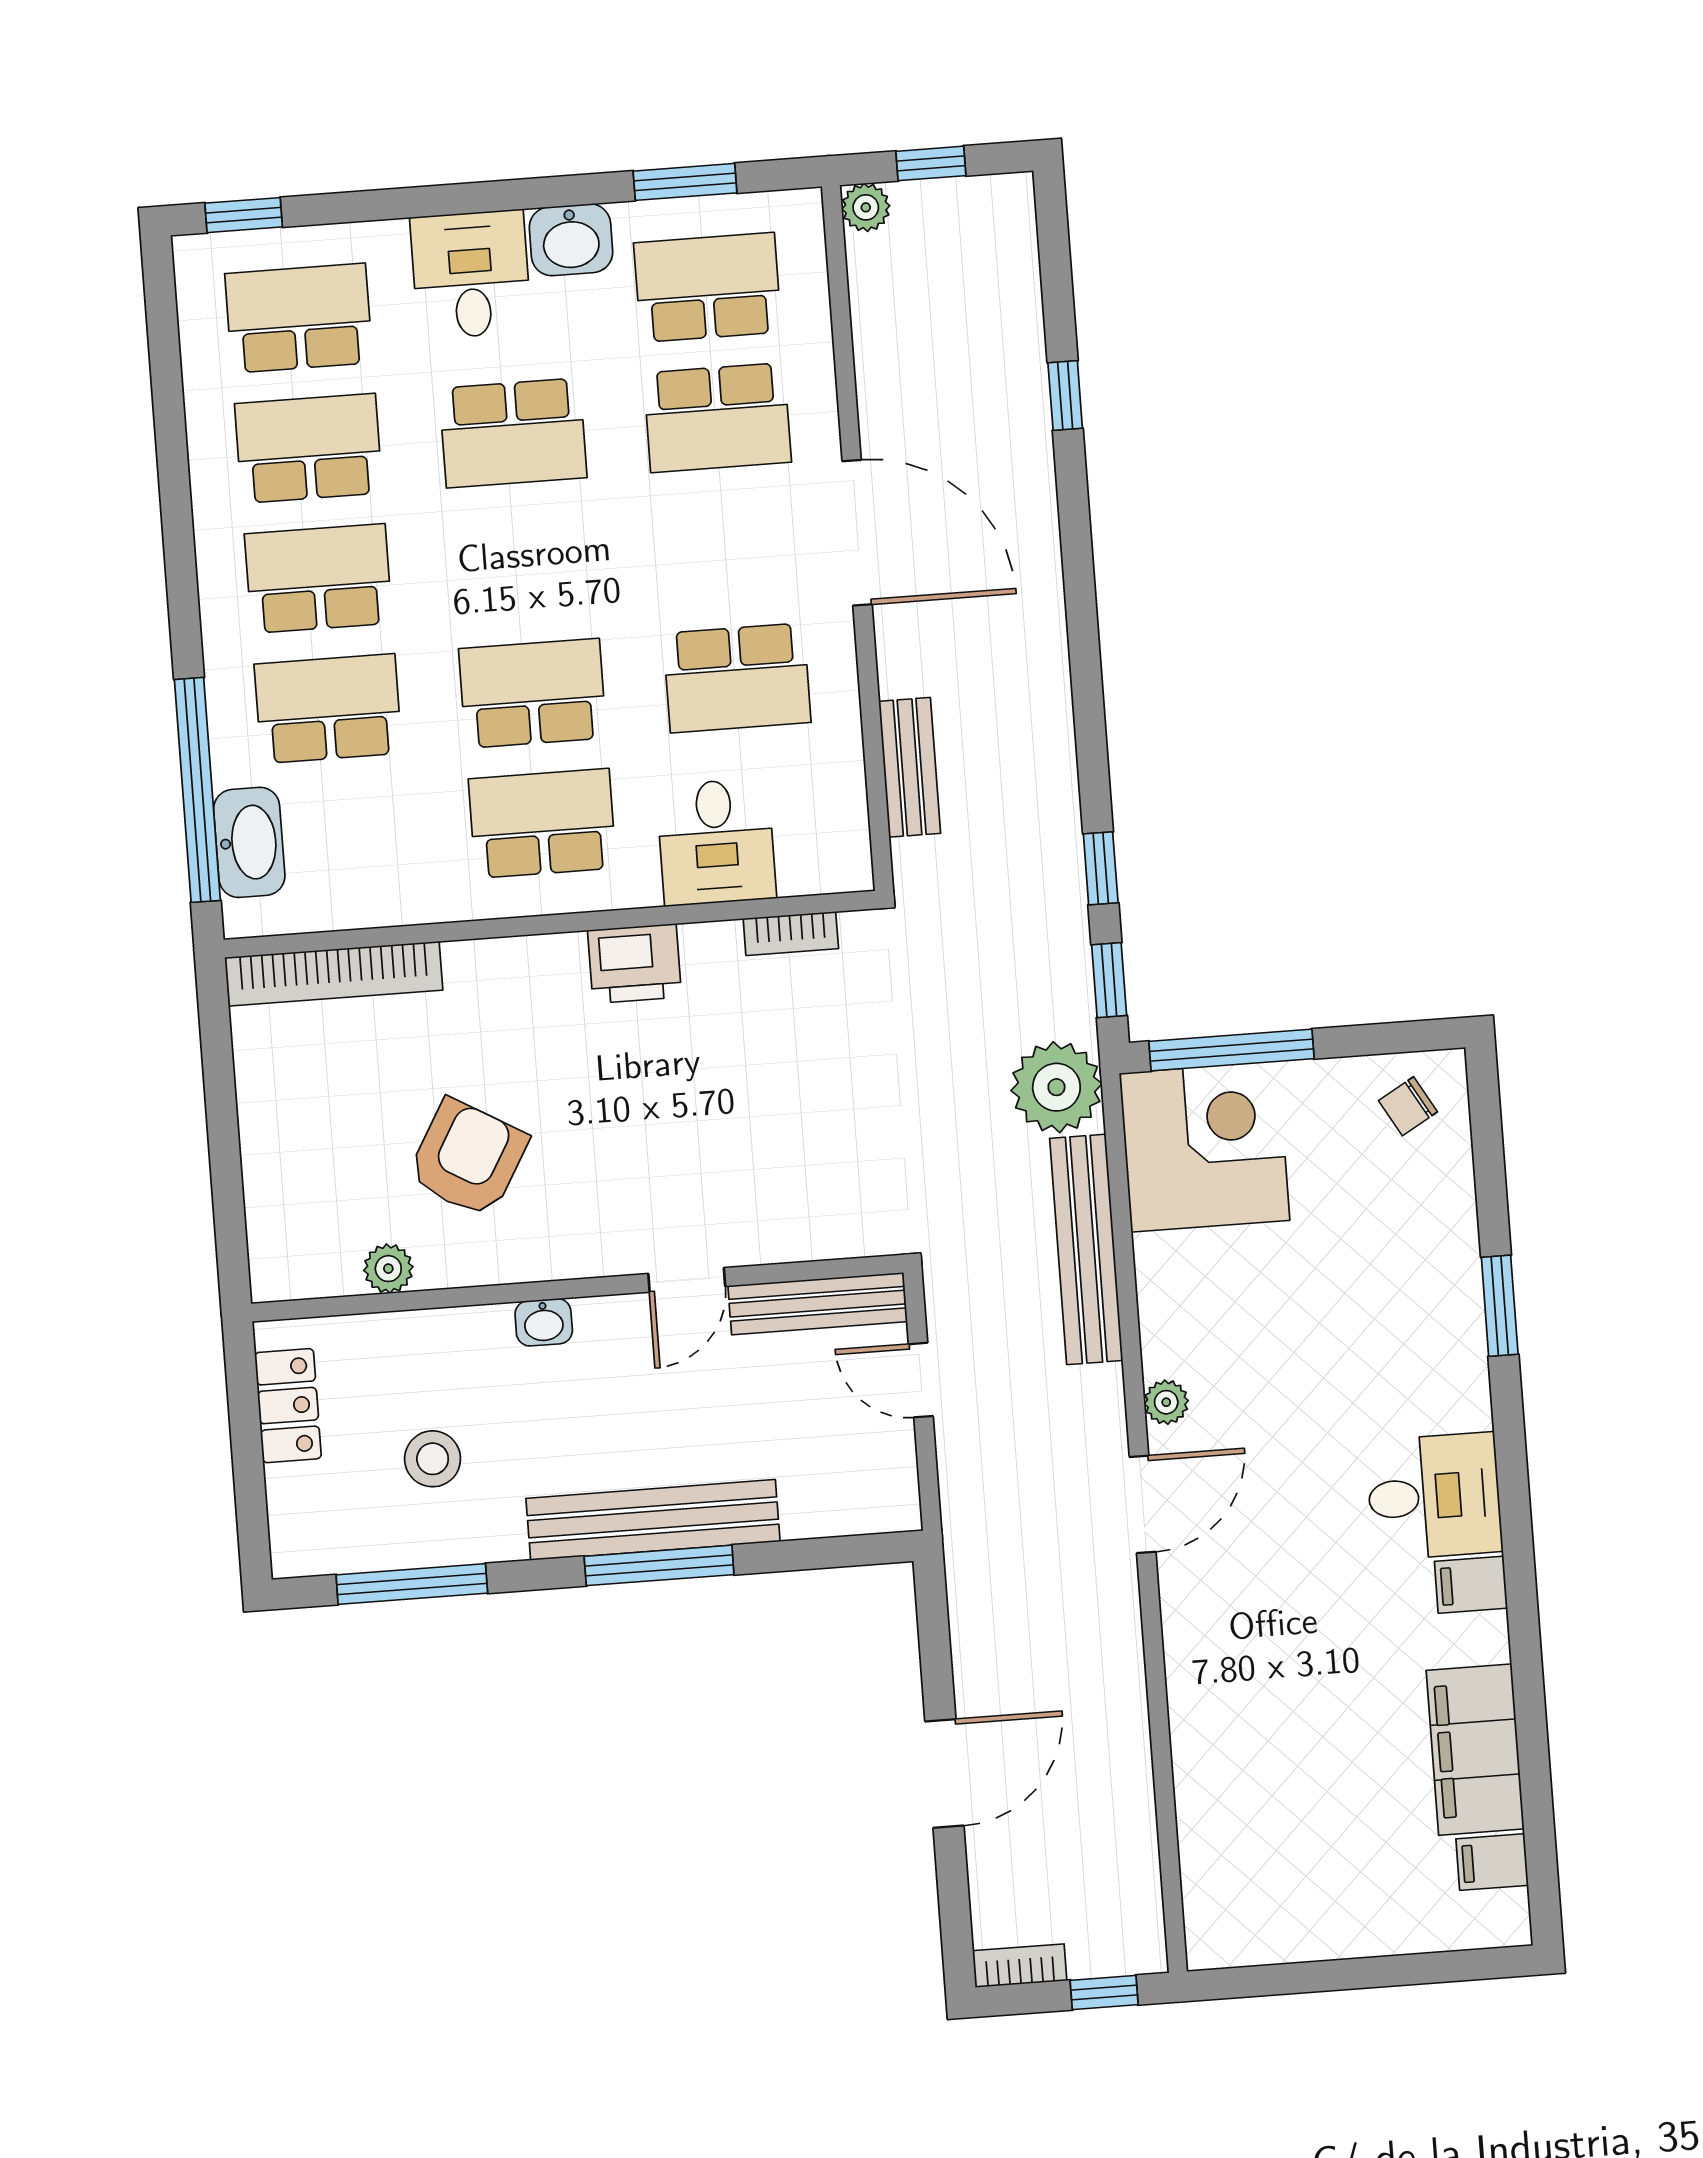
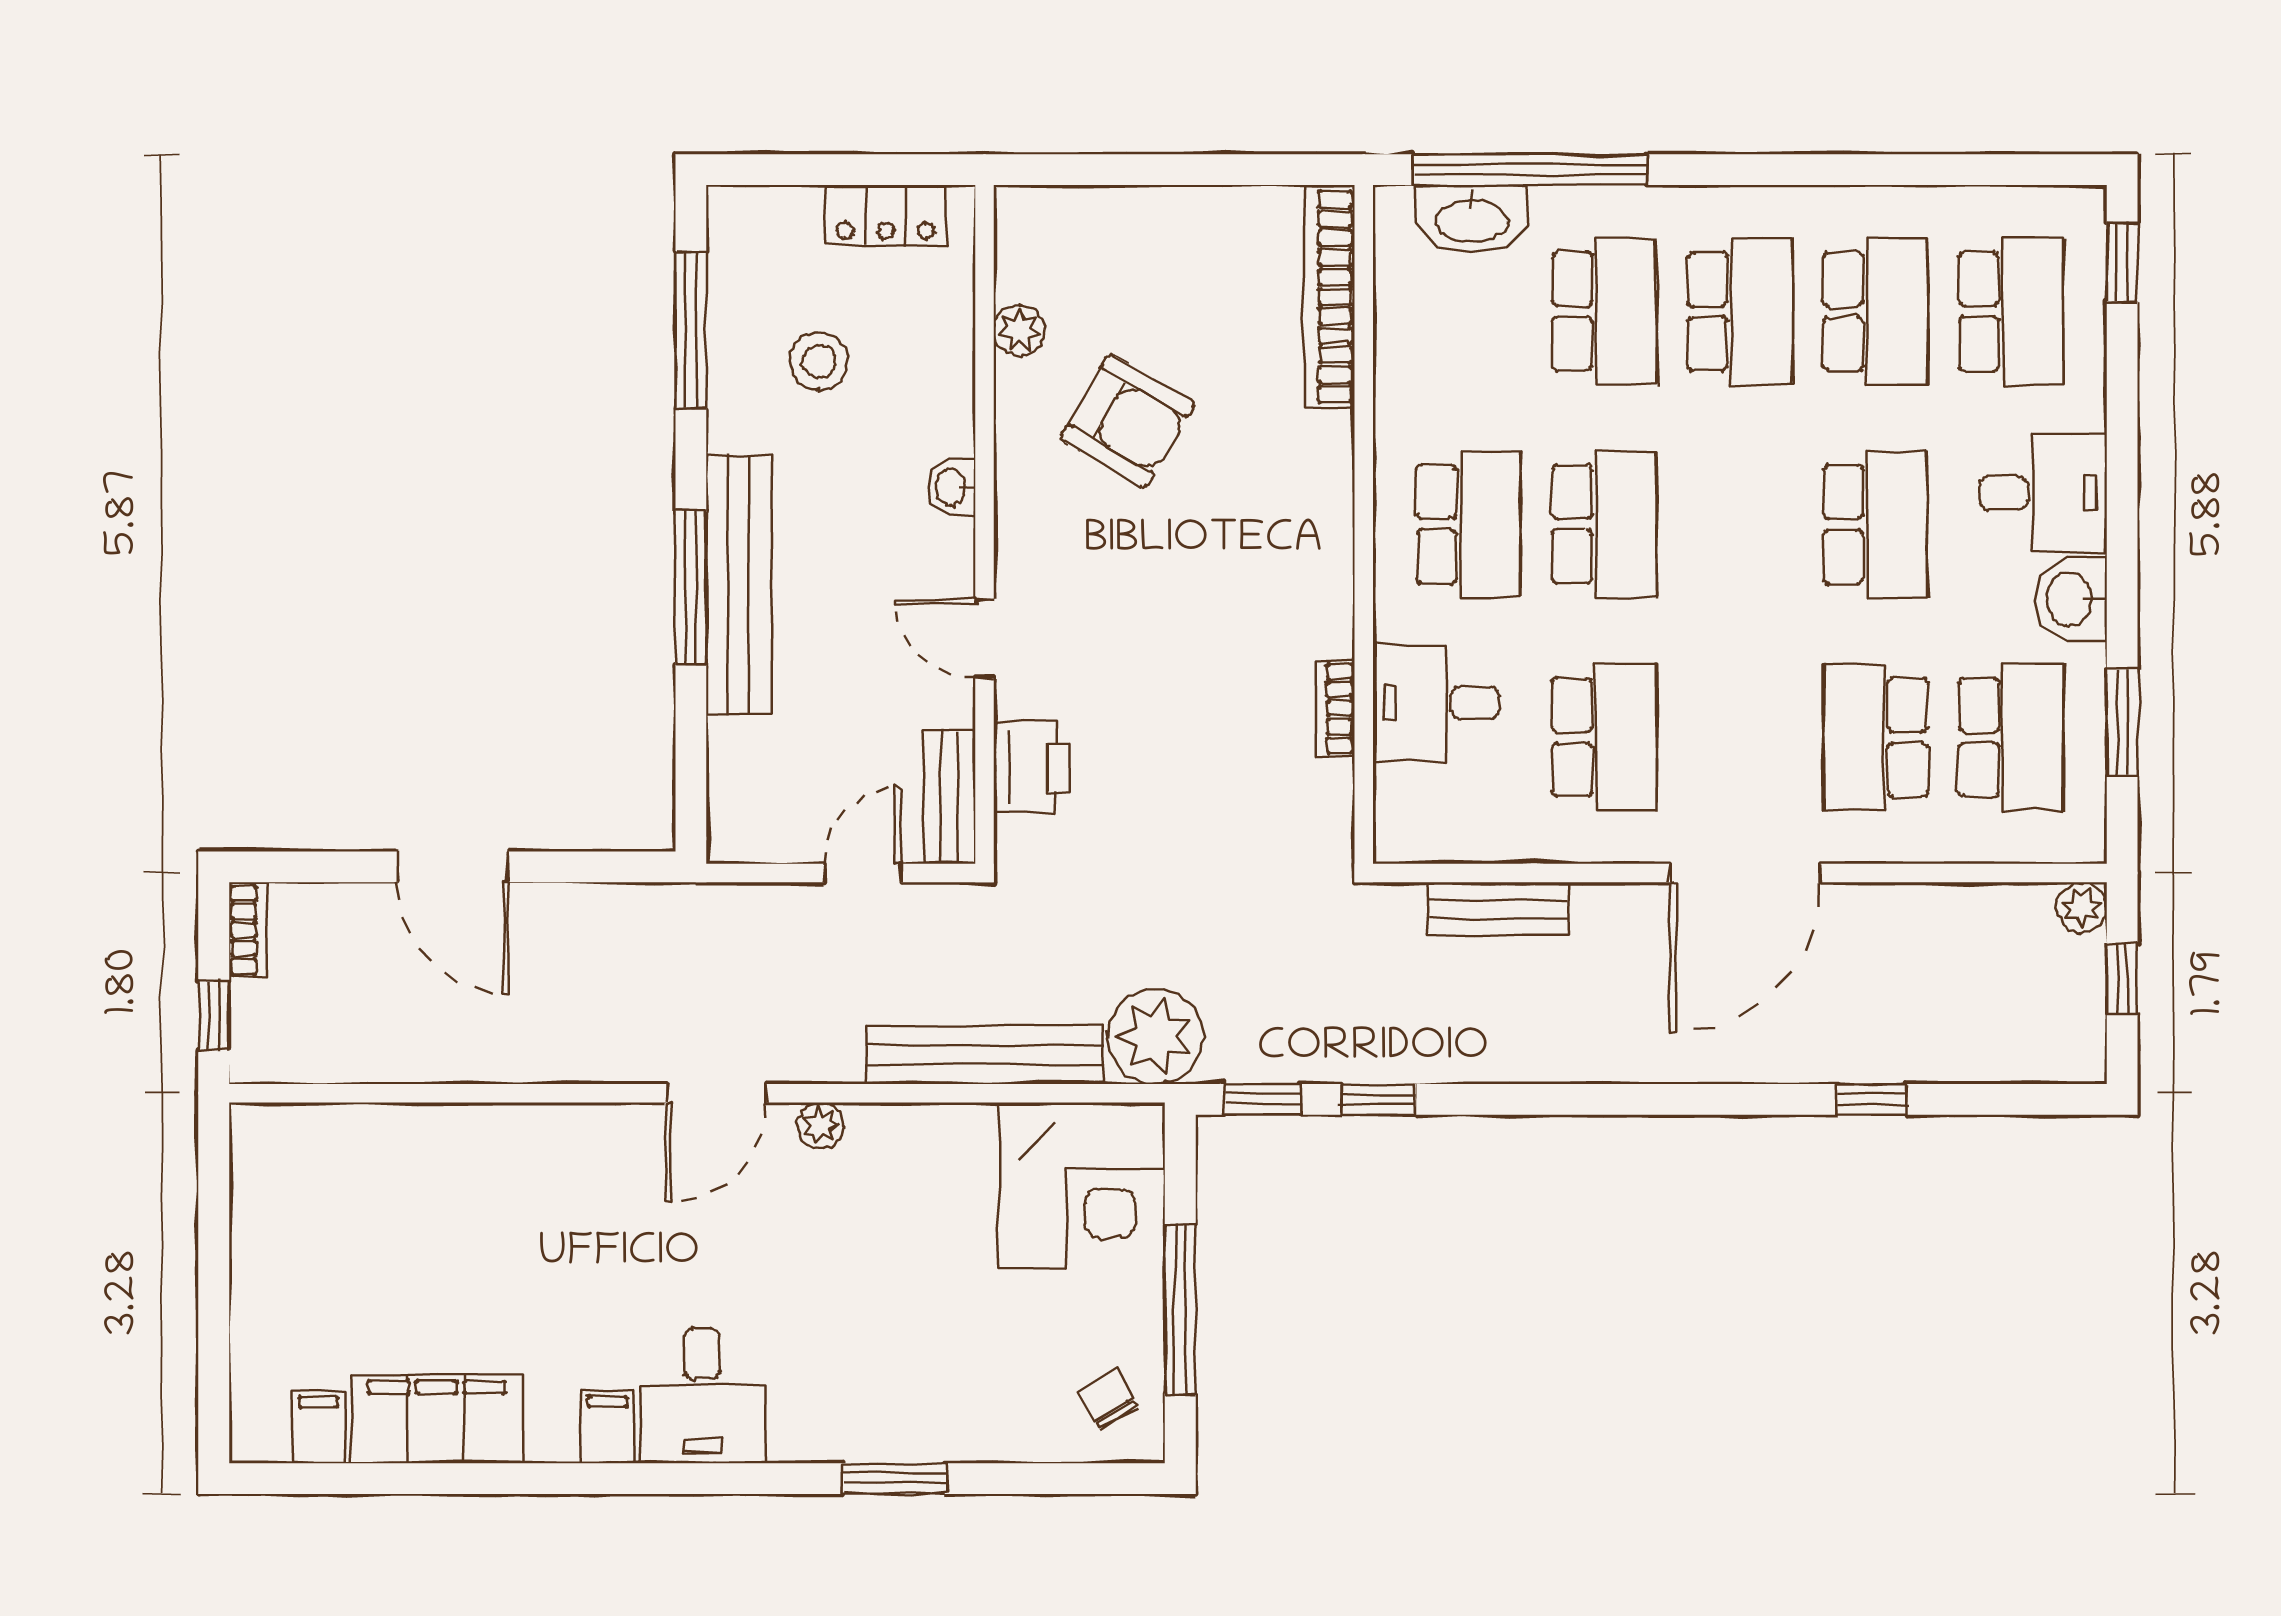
school desk: (513, 433) -> (1876, 524), turned 180
school desk: (737, 678) -> (1604, 737), turned 180
bookcase: (791, 934) -> (1335, 708), moved
printer: (635, 964) -> (1032, 767), moved, turned 180
window: (1231, 1050) -> (1180, 1310), moved
bench: (818, 1304) -> (950, 797), width x0.73
door: (1143, 1504) -> (716, 1093), hinge flipped

